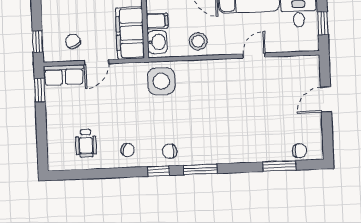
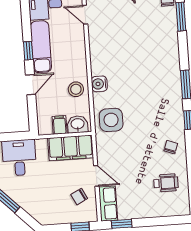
door: (254, 56) -> (85, 15), moved
water cooler: (204, 69) -> (99, 84), added
chair: (170, 151) -> (171, 111), removed

